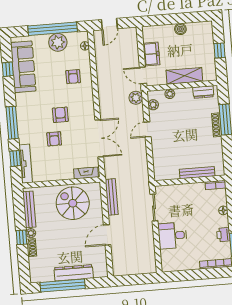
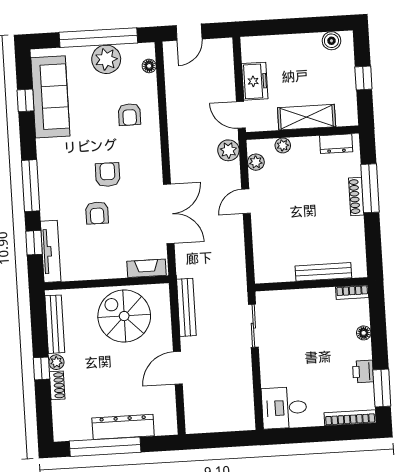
boiler: (180, 29) -> (331, 41), moved
desk: (173, 236) -> (284, 408), moved

